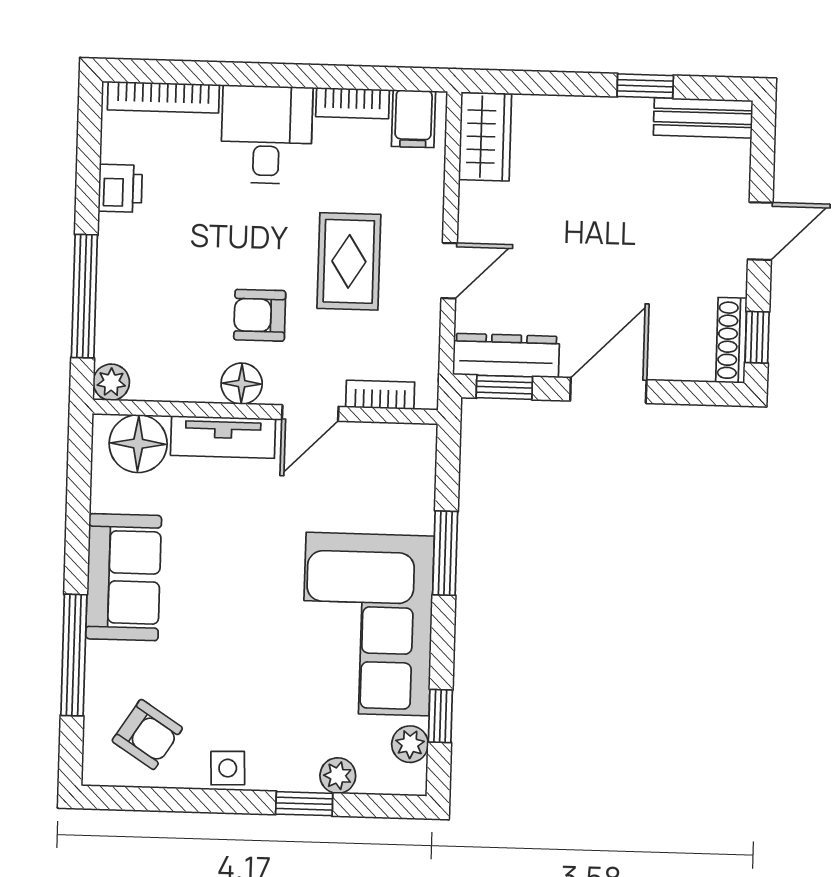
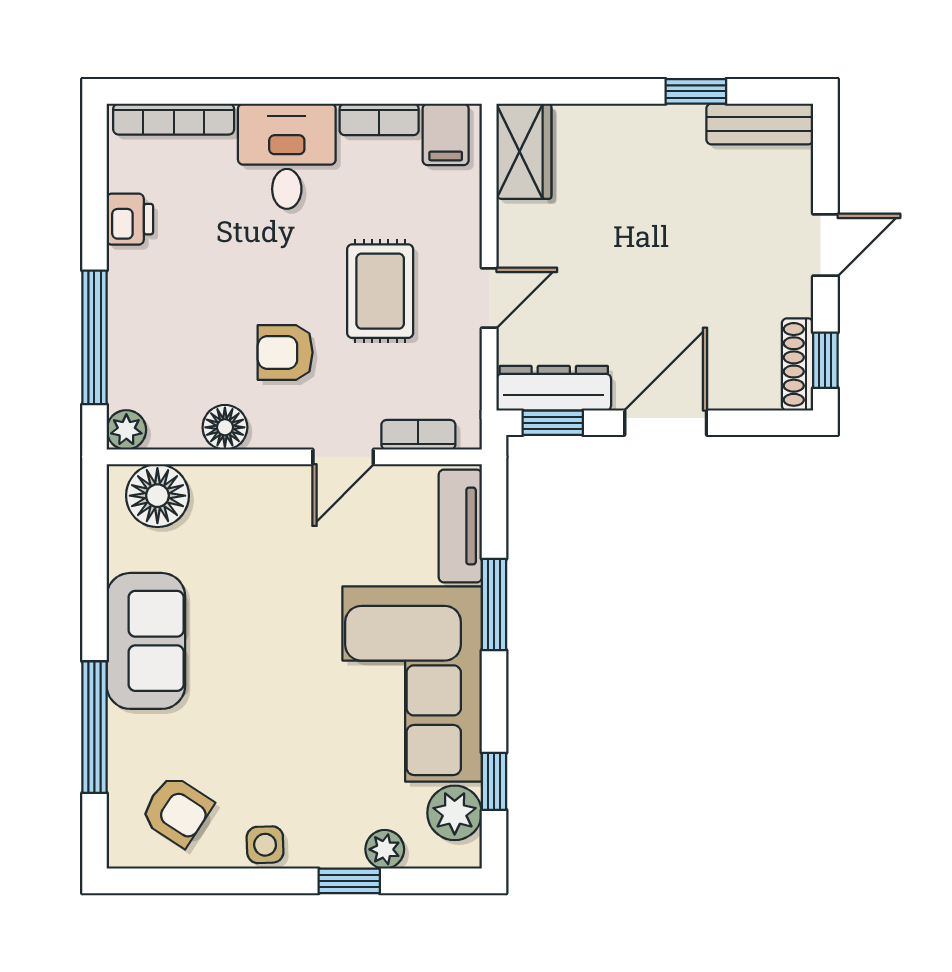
floor lamp: (242, 384) -> (225, 427), moved
tv unit: (223, 437) -> (460, 526), moved, turned 90
plant: (410, 744) -> (455, 813), width x1.38, depth x1.38

